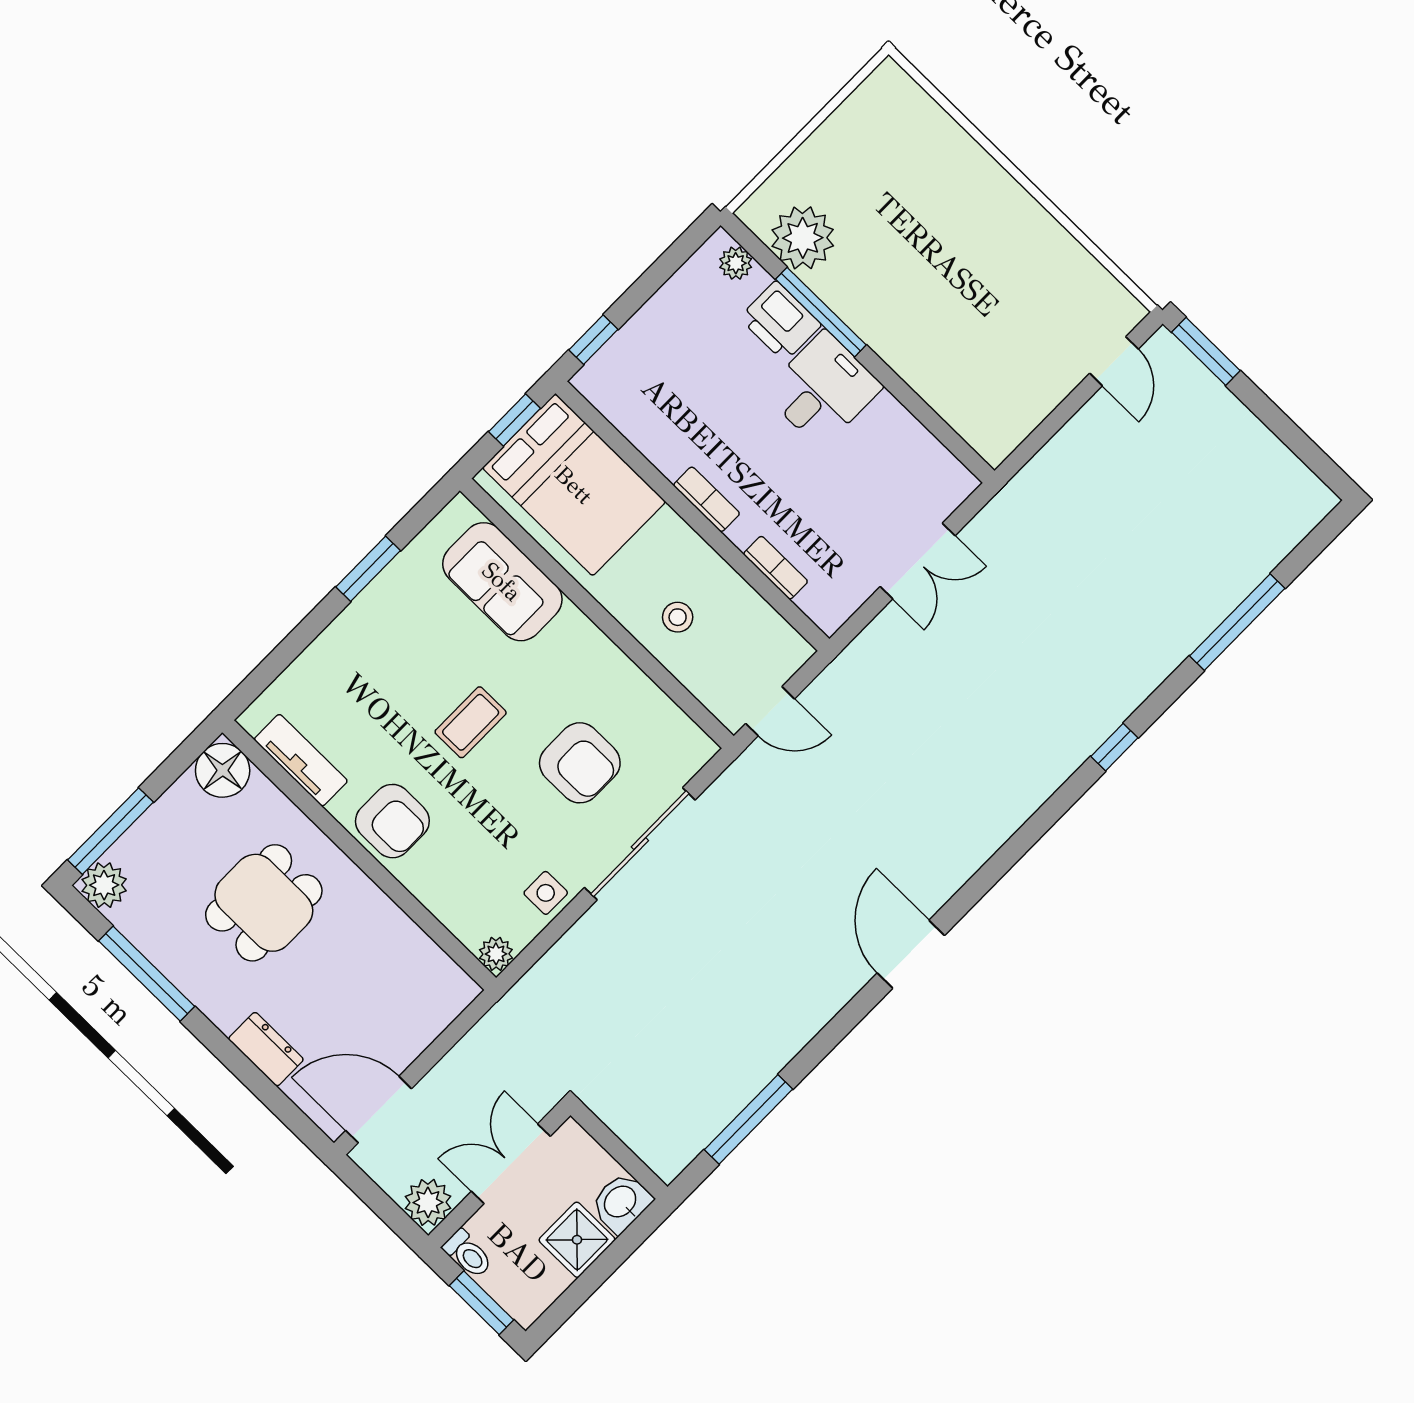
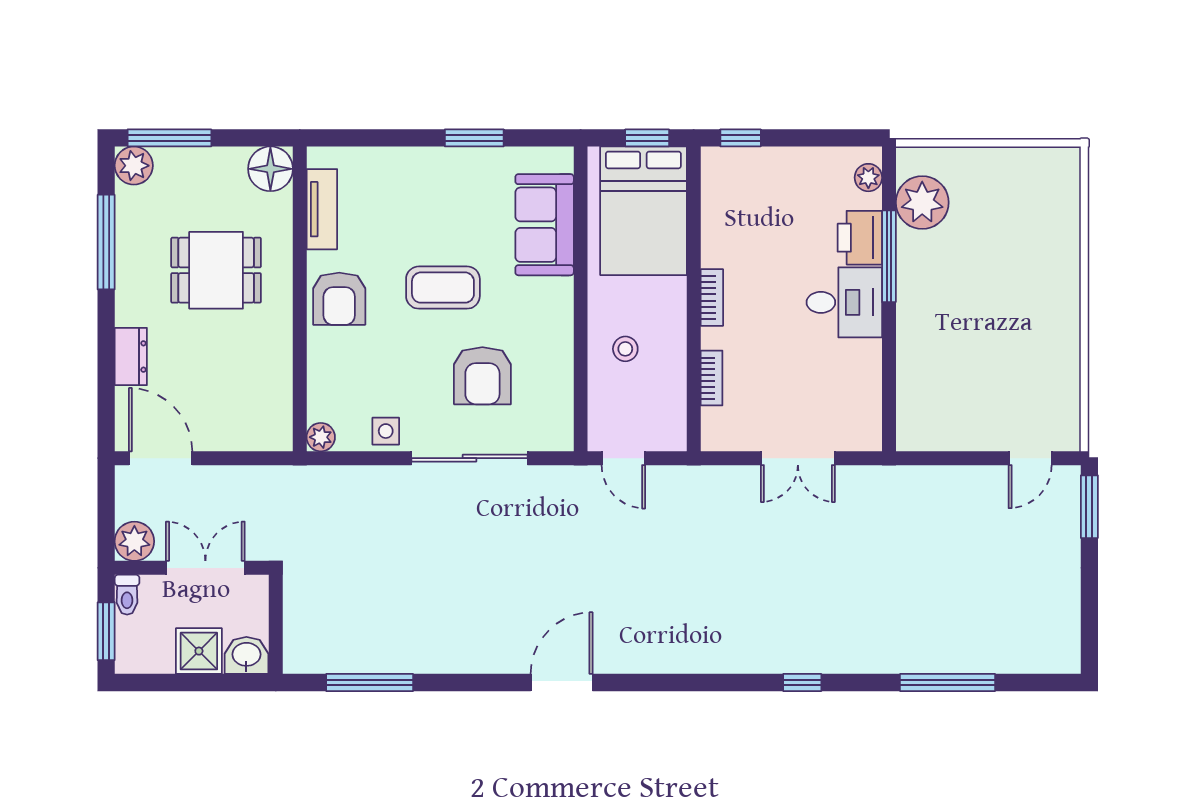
coffee table: (471, 722) -> (443, 288), width x1.36, depth x1.30

